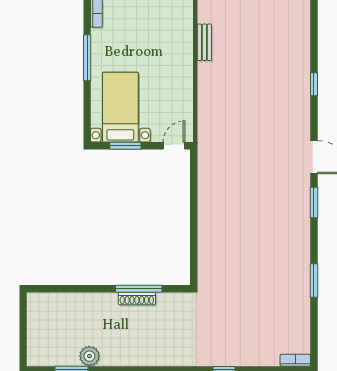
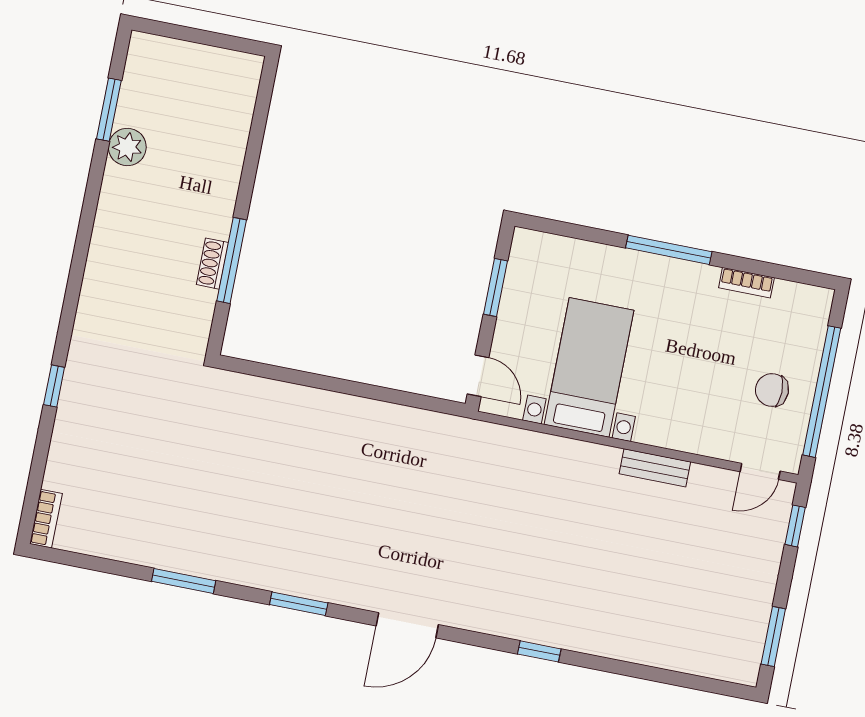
bed with nightstands: (120, 107) -> (589, 367), moved, turned -90
window: (314, 202) -> (299, 604), moved
shoe rack: (137, 299) -> (212, 264), width x0.70

